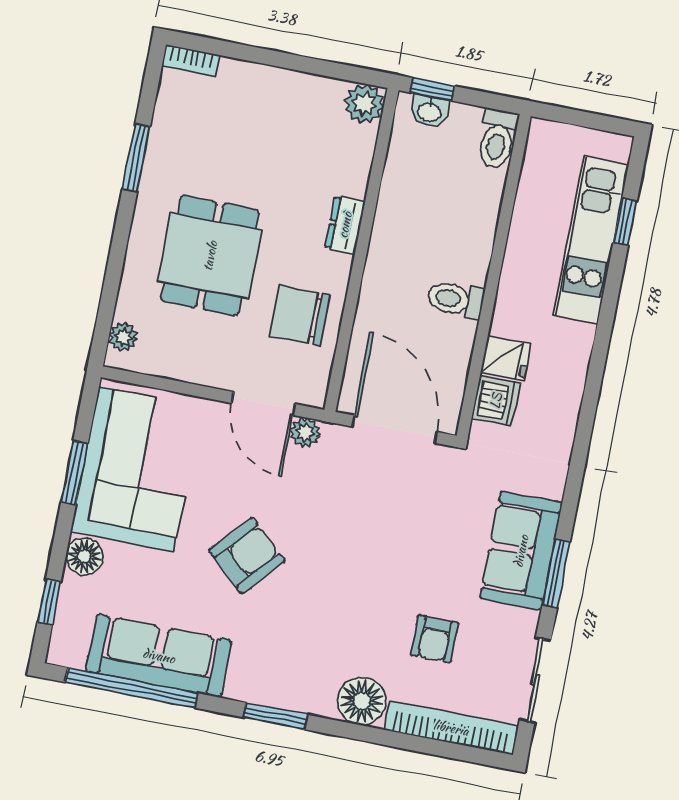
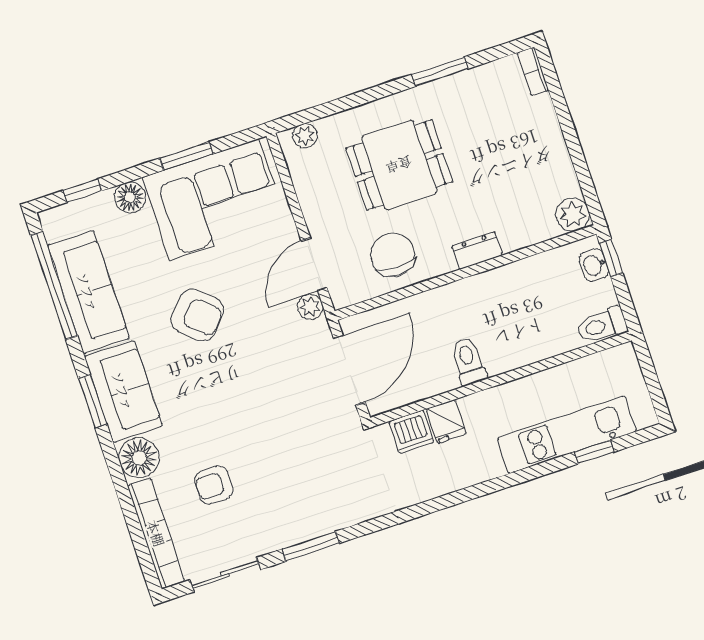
sofa: (521, 551) -> (123, 391), moved, turned 90

